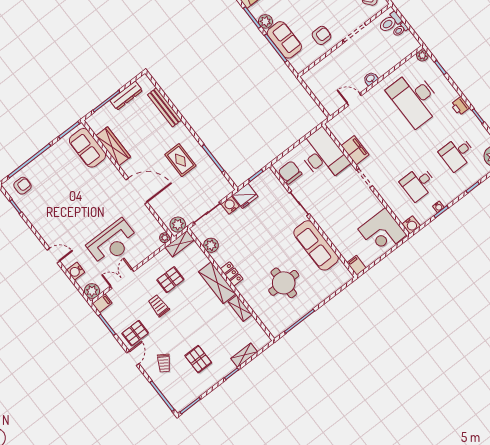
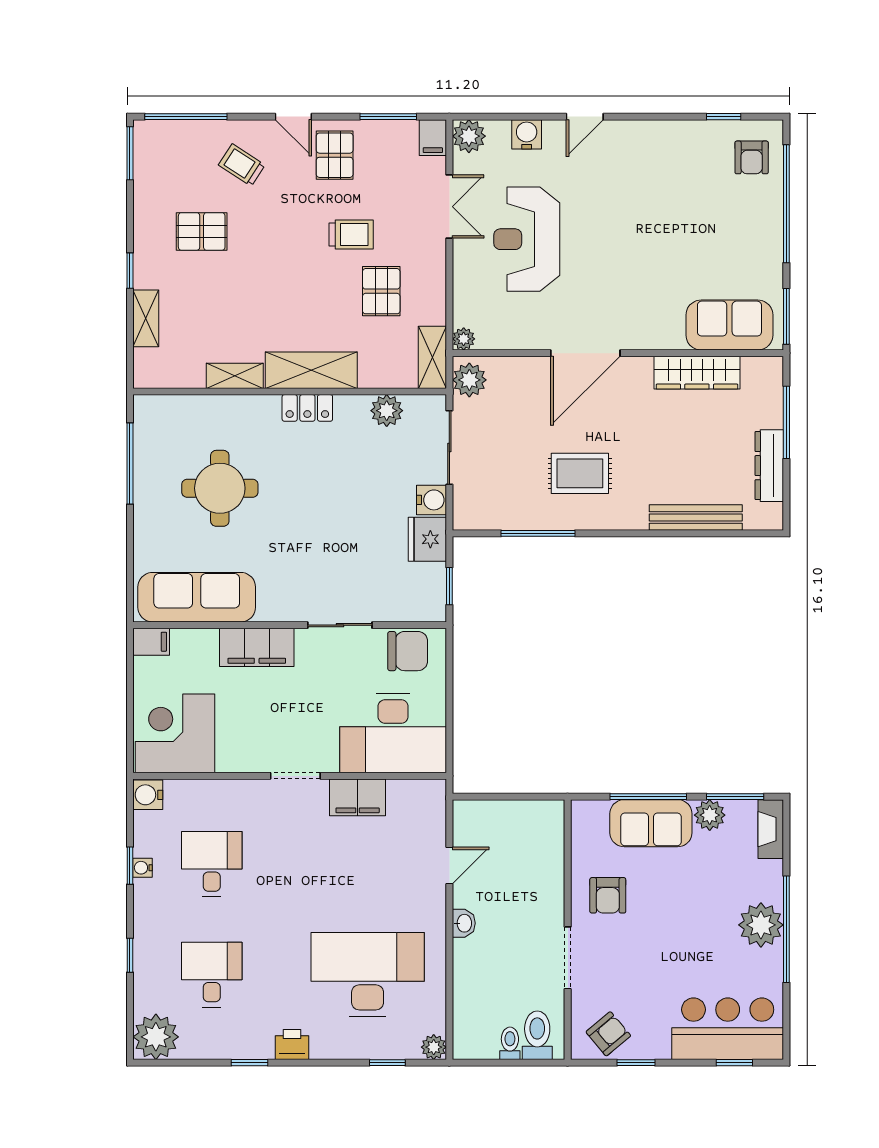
filing cabinet: (330, 227) -> (257, 647), added
sofa: (316, 245) -> (197, 597), moved

